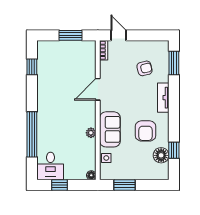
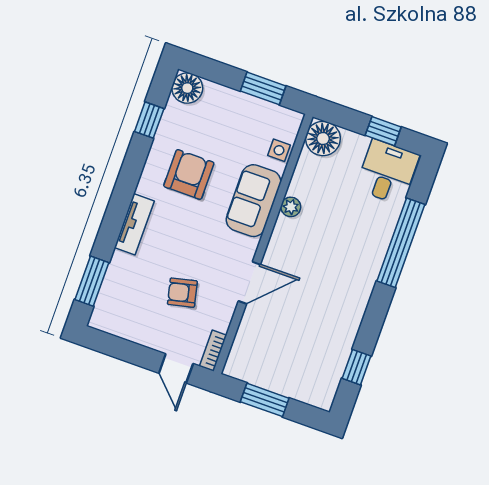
armchair: (145, 68) -> (182, 293), moved
floor lamp: (161, 155) -> (187, 88), moved
floor lamp: (91, 175) -> (323, 139), width x1.89, depth x1.89

